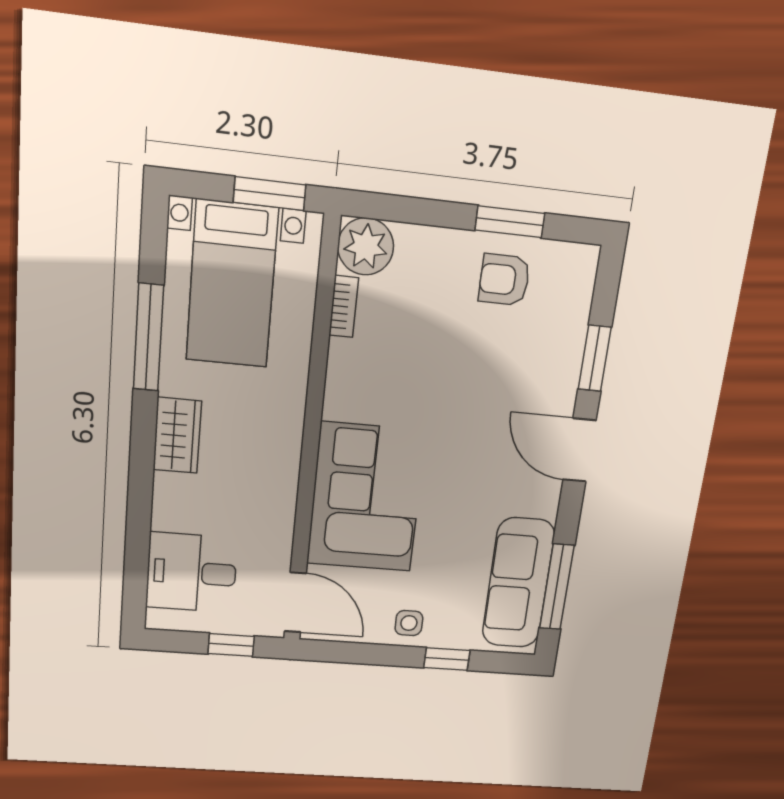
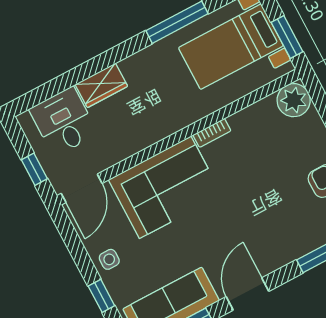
bookcase: (344, 307) -> (212, 133), moved
wardrobe: (177, 435) -> (101, 85), moved
door: (579, 450) -> (248, 294), moved

